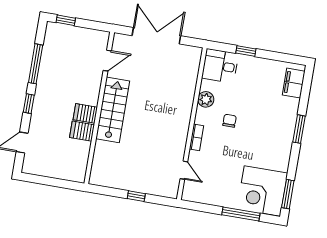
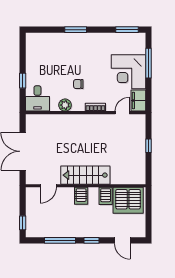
door: (107, 61) -> (48, 186), swing flipped
filing cabinet: (294, 83) -> (138, 100), moved, turned 90
server rack: (85, 113) -> (81, 196), moved
server rack: (72, 159) -> (128, 200), added
corner desk: (262, 191) -> (128, 72), moved, turned 90

